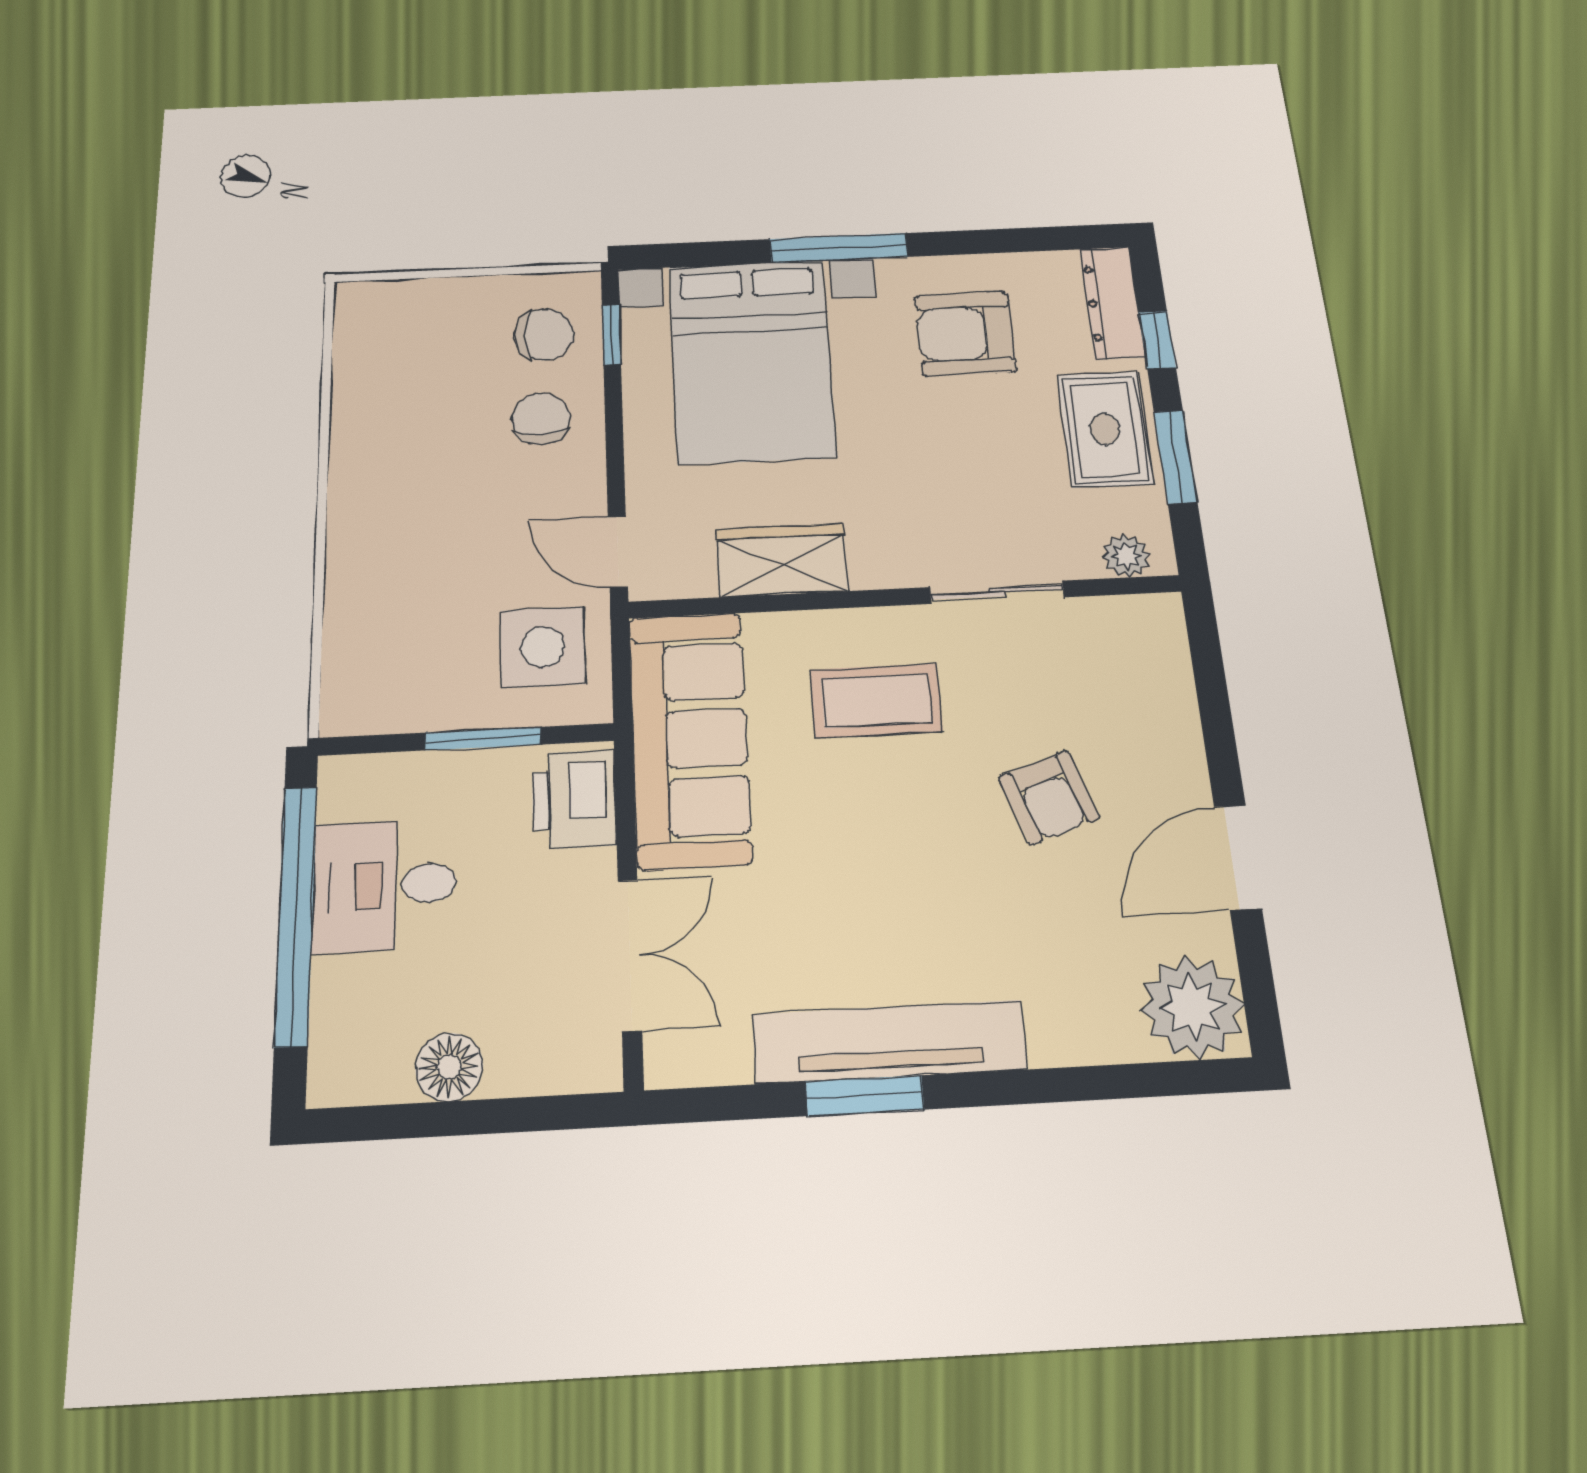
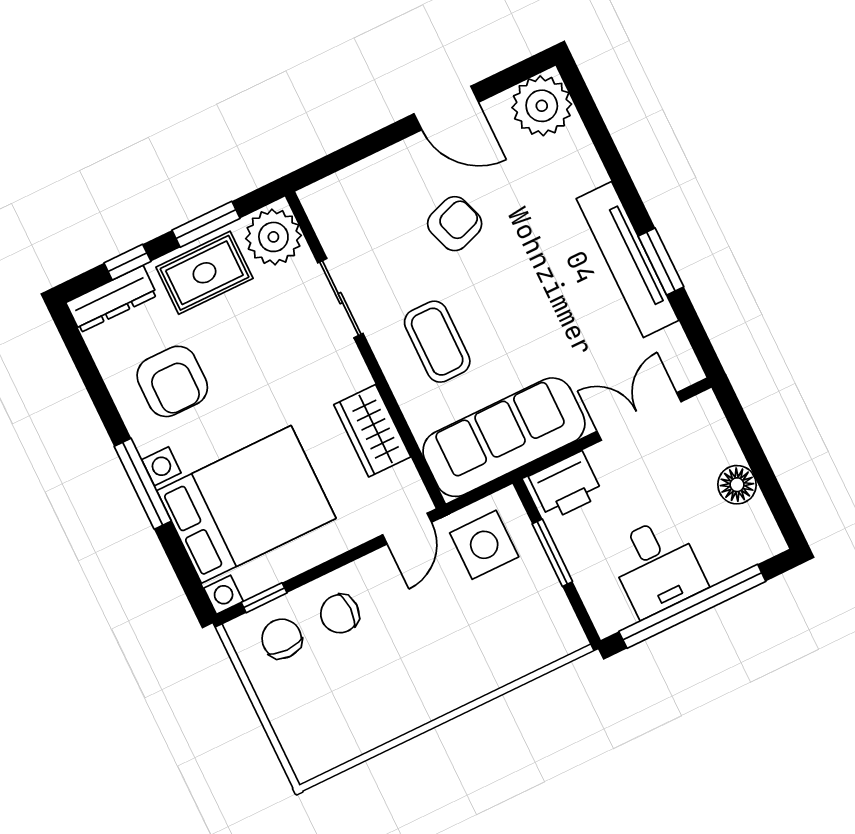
plant: (1126, 556) -> (273, 237), width x1.88, depth x1.88

